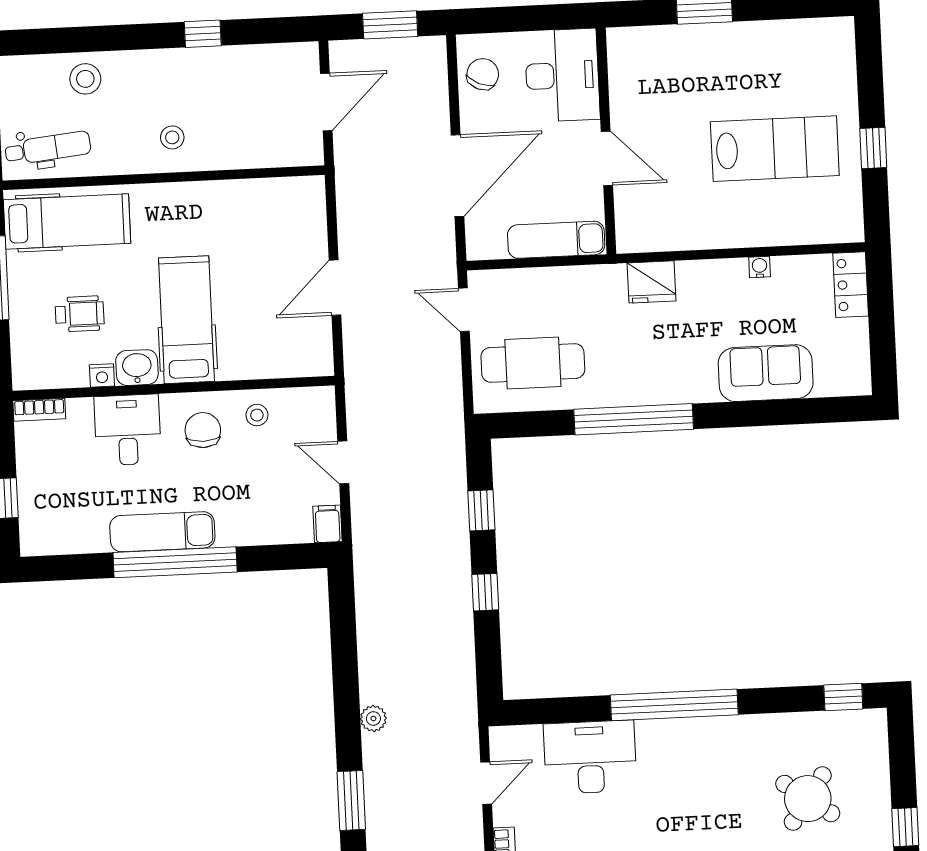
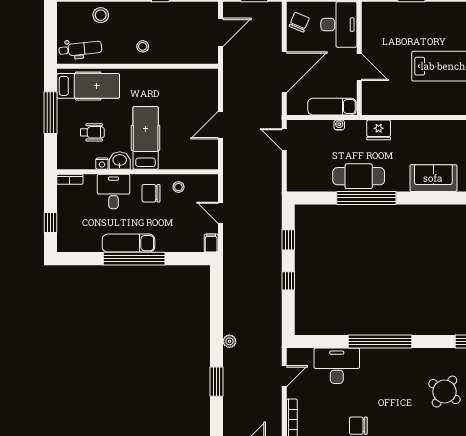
water cooler: (760, 267) -> (339, 125), moved
cafe table: (533, 363) -> (359, 176), moved
chair: (203, 430) -> (151, 193), turned -90

